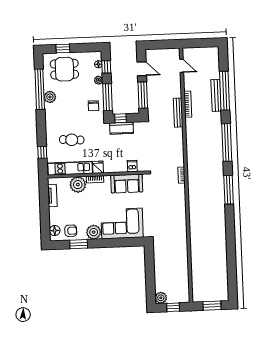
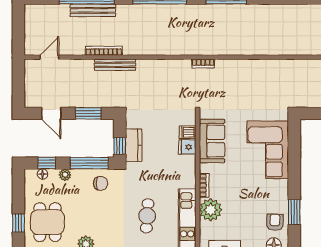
door: (142, 69) -> (51, 113), swing flipped
window: (143, 95) -> (88, 113), width x0.69
fridge: (98, 167) -> (187, 147), moved
plant: (94, 232) -> (278, 190), removed

